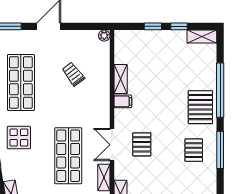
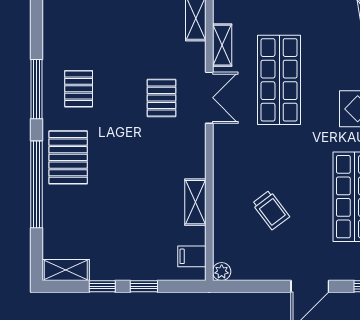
filing cabinet: (123, 101) -> (192, 256), moved

